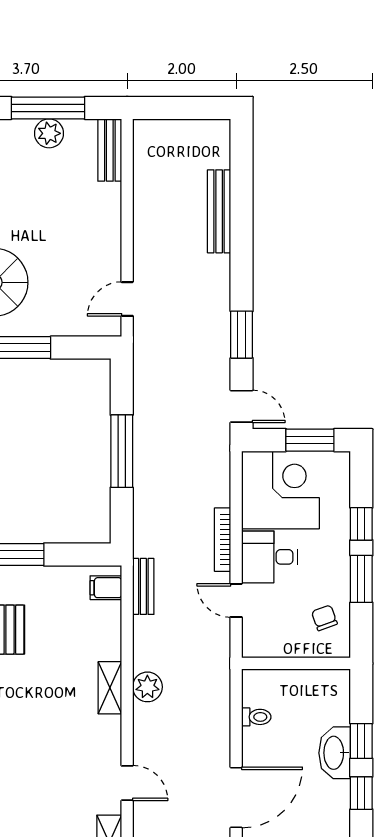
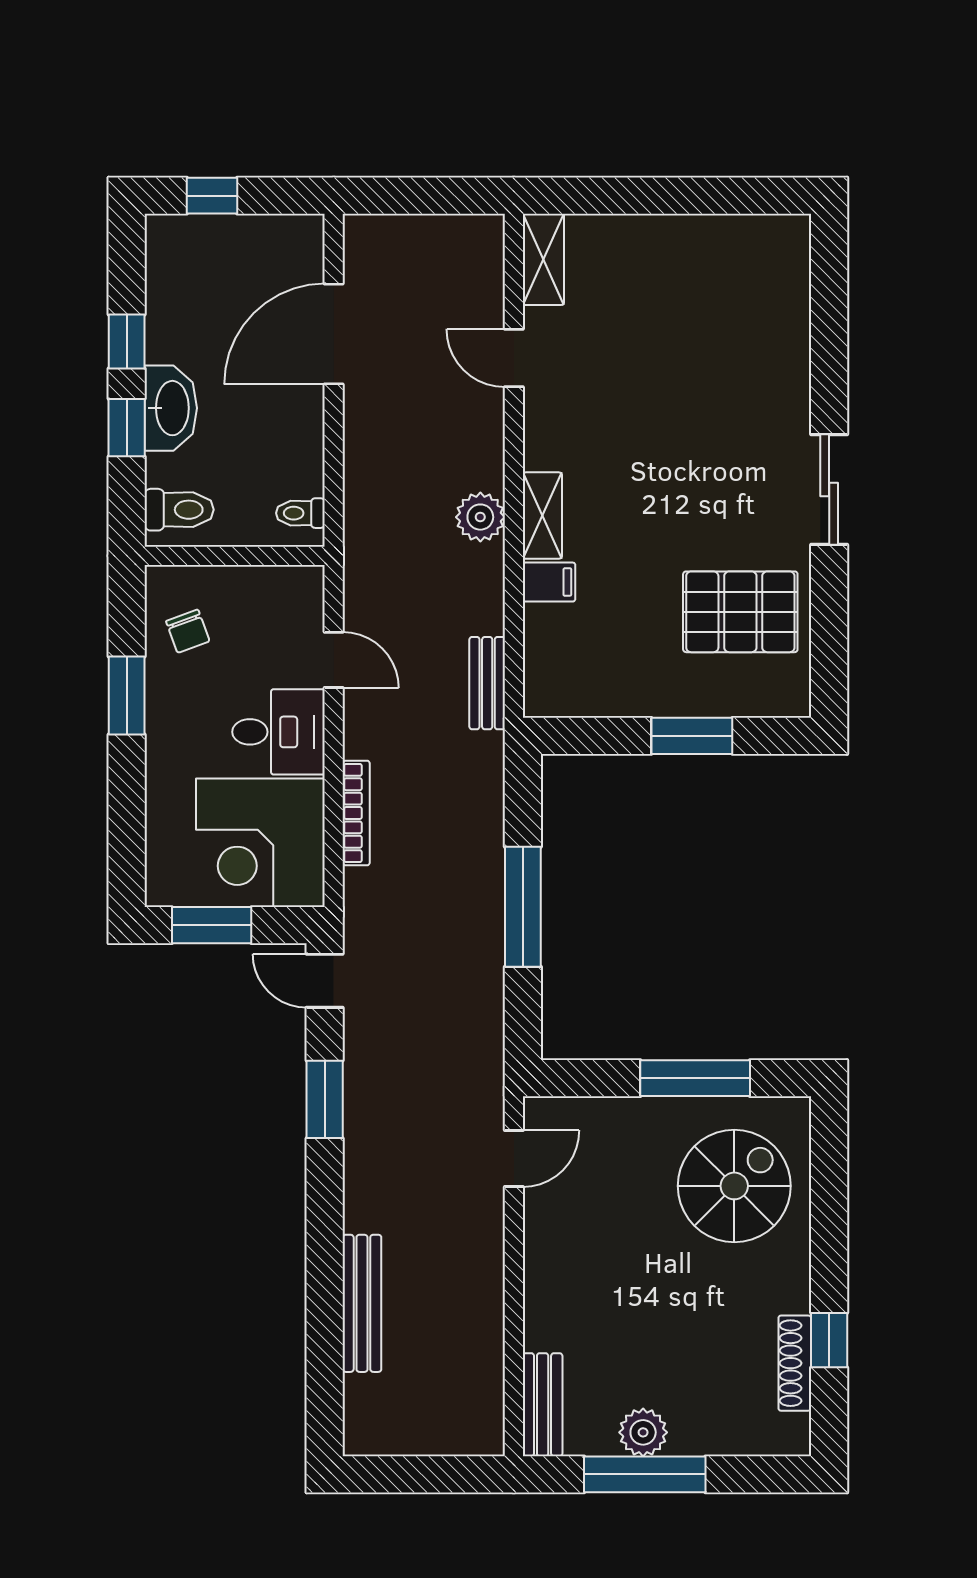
window: (361, 524) -> (127, 787), removed
bookcase: (223, 540) -> (356, 813), moved
filing cabinet: (106, 588) -> (549, 582), moved
toilet: (330, 691) -> (179, 510), added
toilet: (256, 717) -> (300, 513), moved

